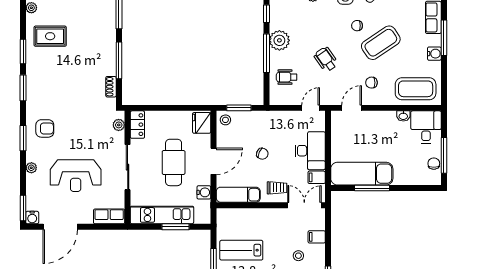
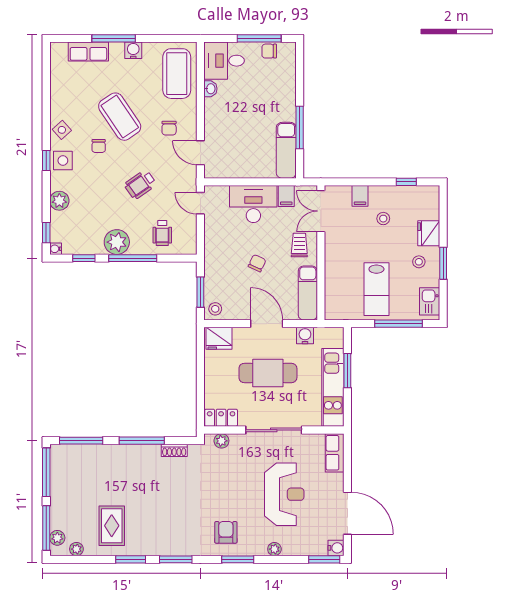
exam couch: (362, 174) -> (286, 150), width x0.73, depth x0.69

